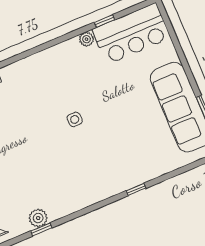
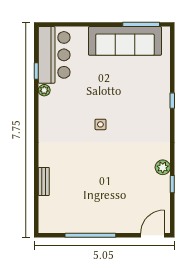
plant: (38, 218) -> (163, 167), moved

